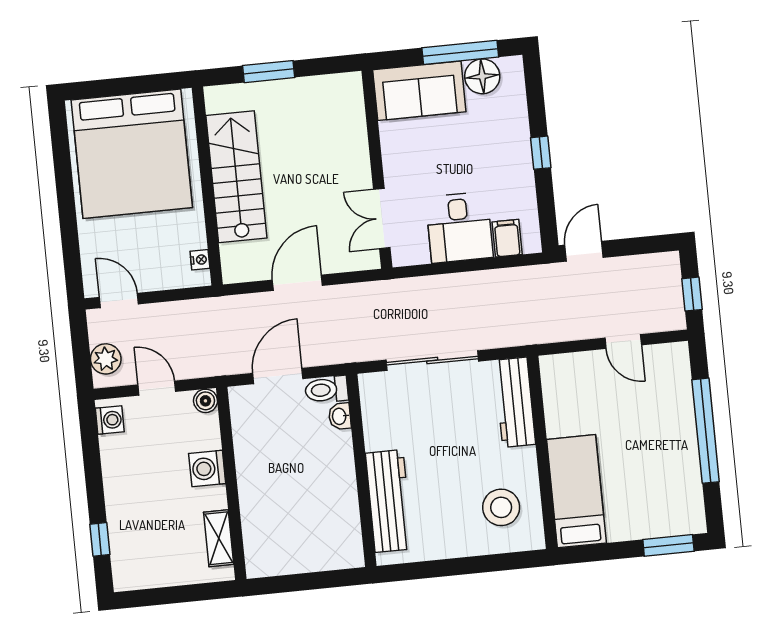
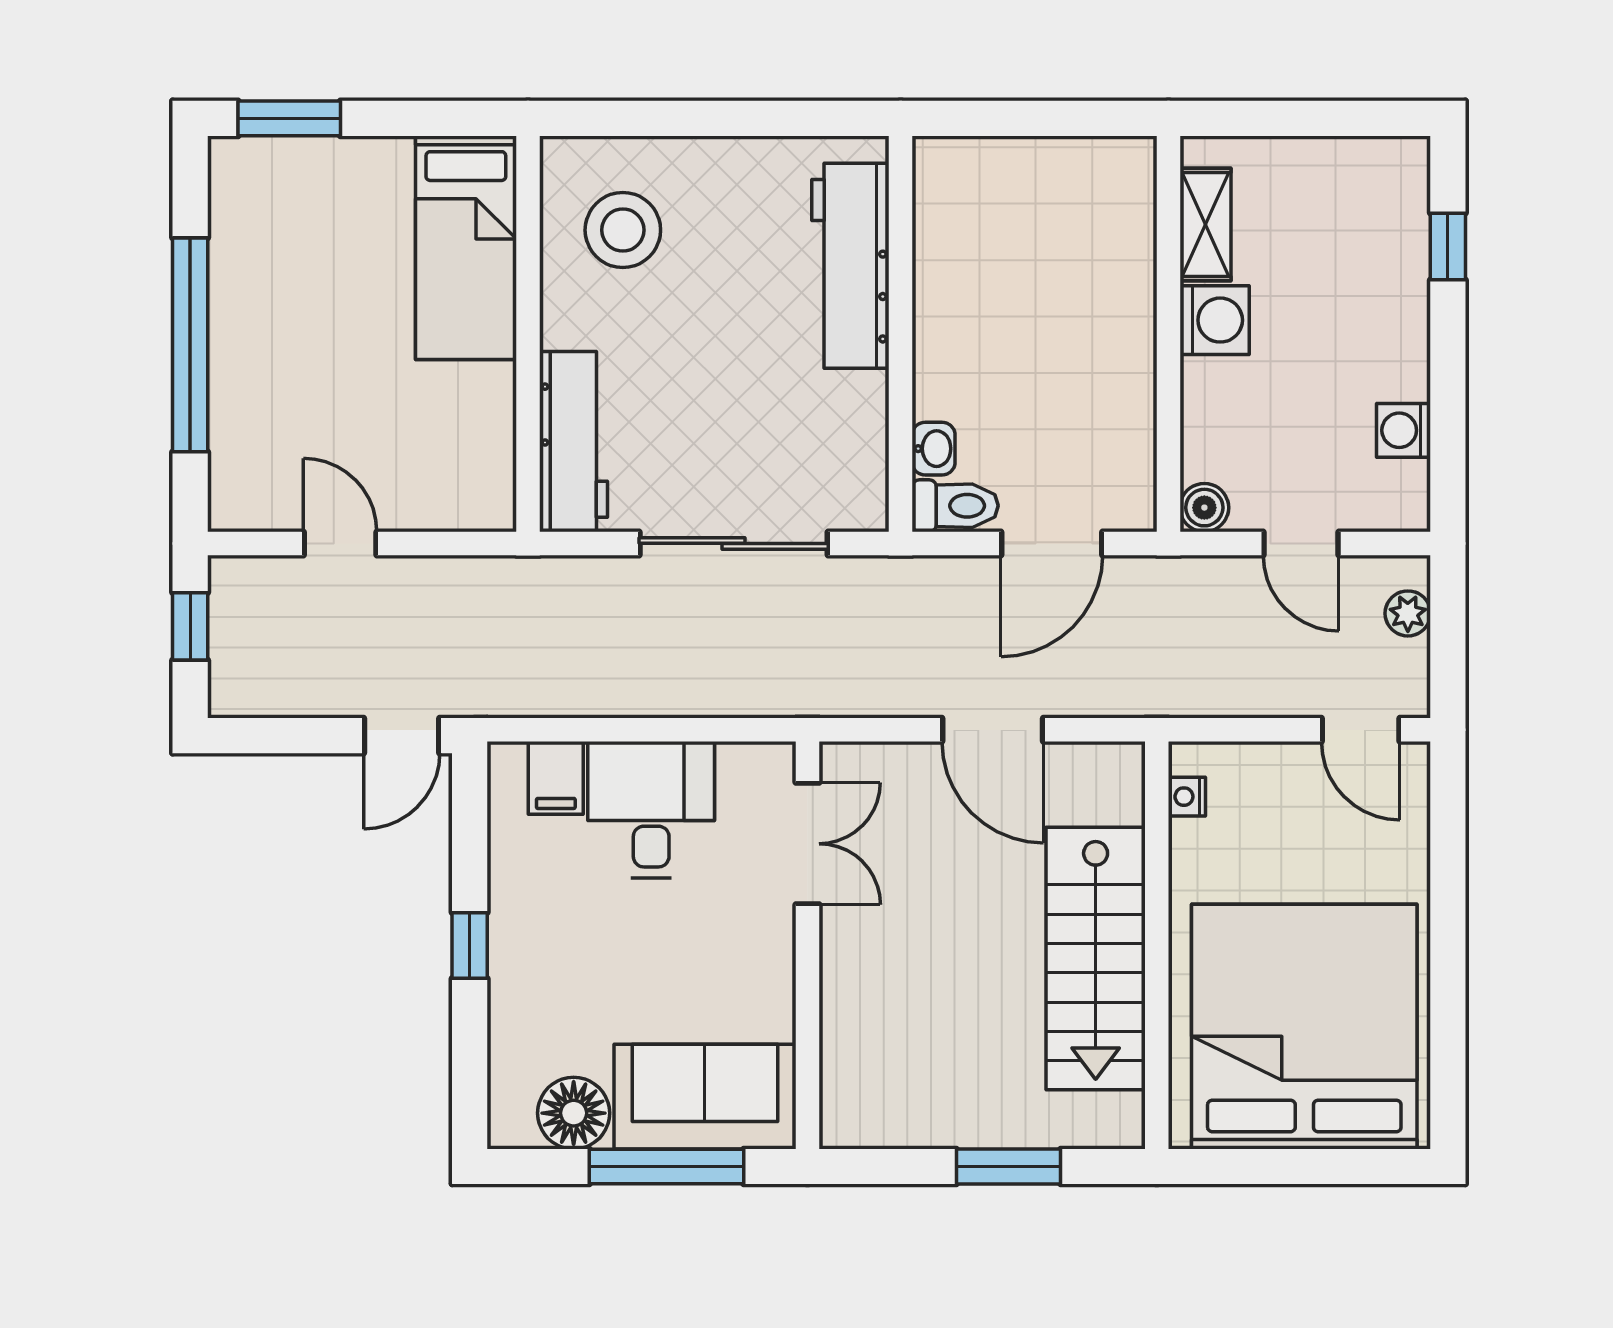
window: (460, 52) -> (667, 1167), moved
door: (297, 283) -> (993, 730), hinge flipped
plant: (106, 359) -> (1408, 613), width x0.73, depth x0.73
washing machine: (110, 420) -> (1404, 430), moved
washing machine: (207, 469) -> (1215, 320), moved

